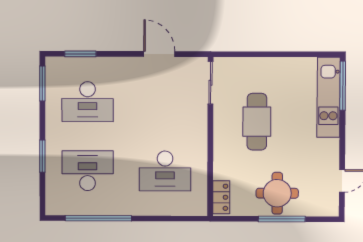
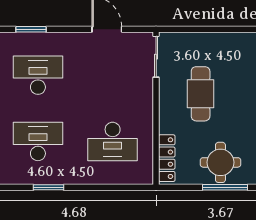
desk: (88, 102) -> (38, 75), turned 180
locker: (221, 197) -> (167, 158), width x1.53
window: (98, 218) -> (48, 187), width x0.47

